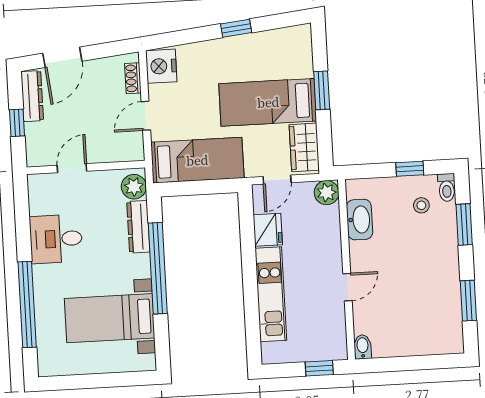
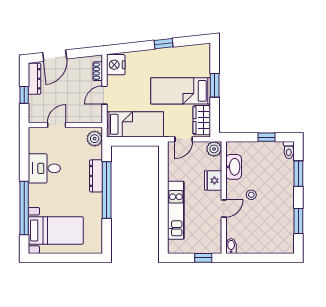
stool: (421, 205) -> (251, 195), moved
dresser: (138, 227) -> (96, 176), moved
fridge: (268, 230) -> (213, 181), moved, turned 180
bed with nightstands: (110, 318) -> (56, 230), moved, turned 180

